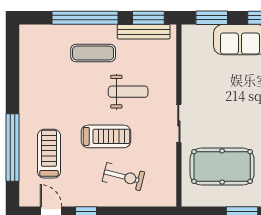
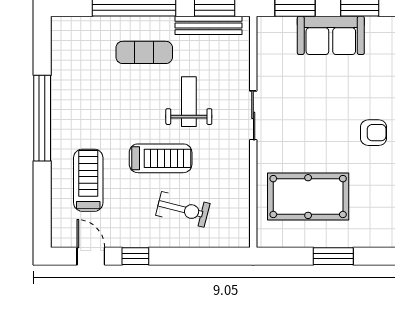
weight bench: (128, 92) -> (189, 102), turned -90
sliding door: (179, 124) -> (253, 115), moved
window: (13, 147) -> (42, 118), moved

